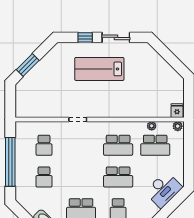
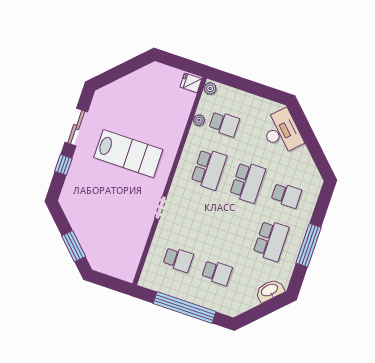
lab bench: (99, 69) -> (128, 154), moved, turned -90
school desk: (155, 145) -> (224, 124), width x0.54

